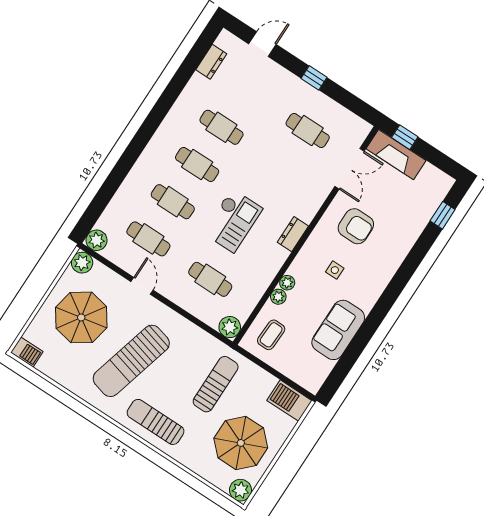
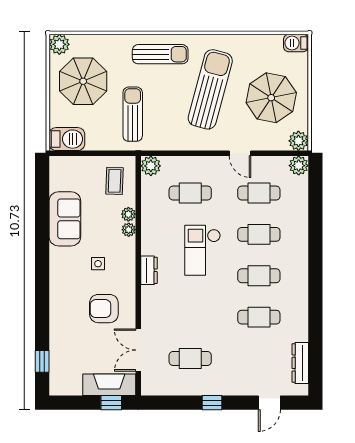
dresser: (211, 62) -> (300, 363), width x1.44
sun lounger: (216, 384) -> (133, 114), turned 180

